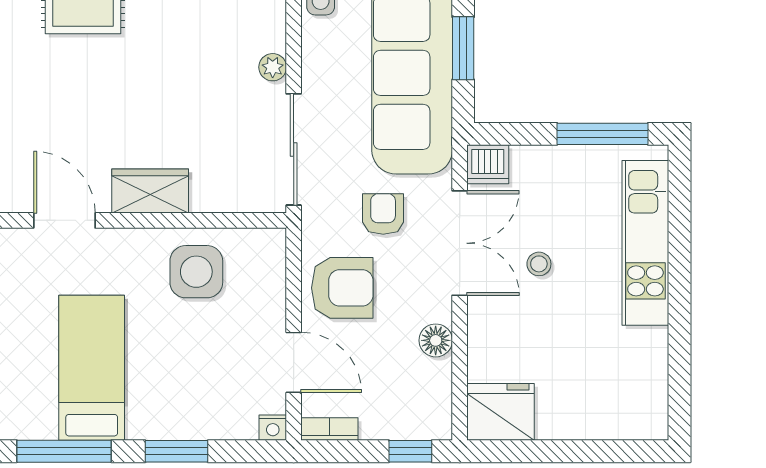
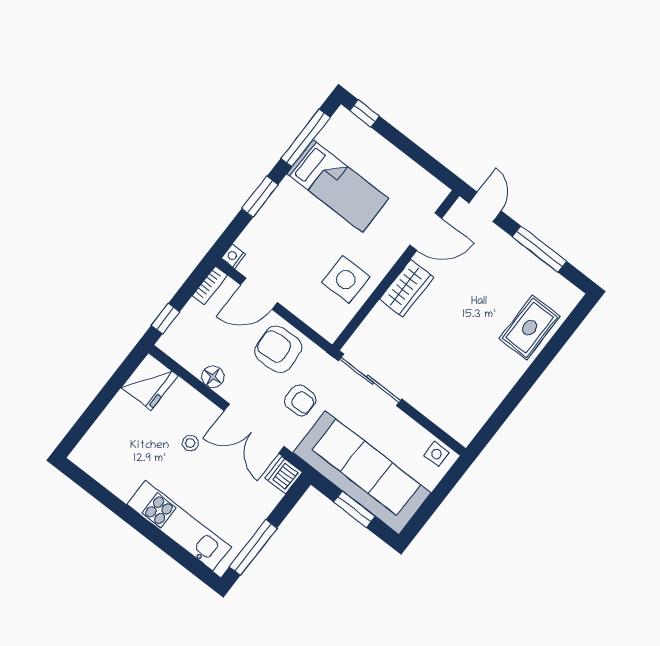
plant: (273, 67) -> (421, 402), removed
stool: (539, 264) -> (190, 443), moved
armchair: (342, 288) -> (278, 349), turned 86

